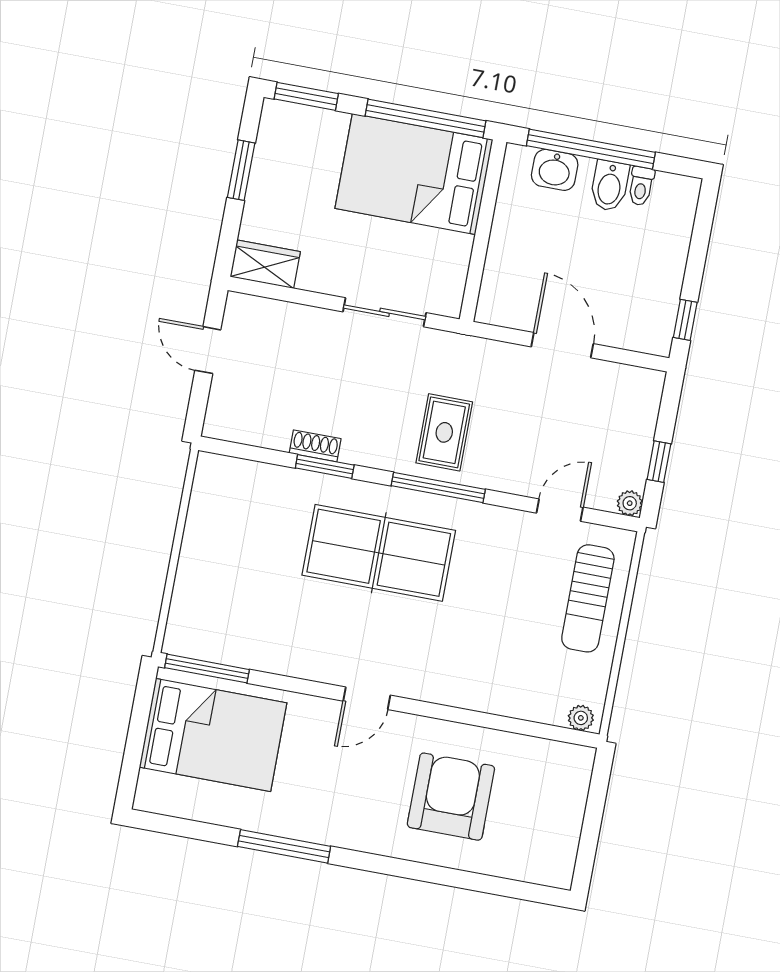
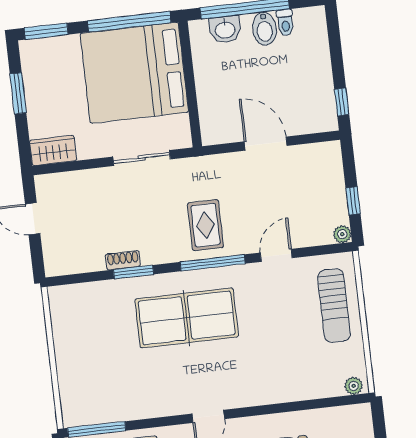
bed: (414, 174) -> (134, 73), width x1.36
door: (560, 510) -> (276, 255), moved

